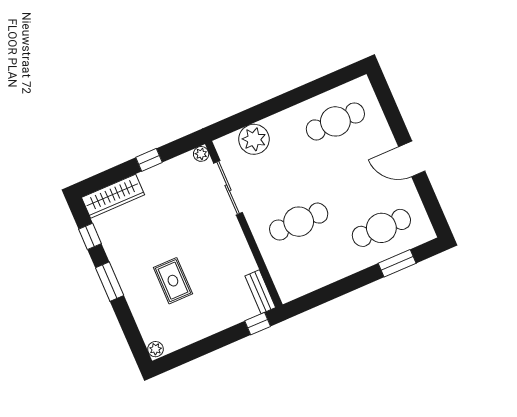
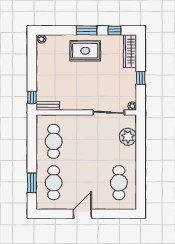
cafe table: (299, 222) -> (54, 141), moved
rug: (173, 281) -> (85, 51), moved, width x1.36, depth x1.43

